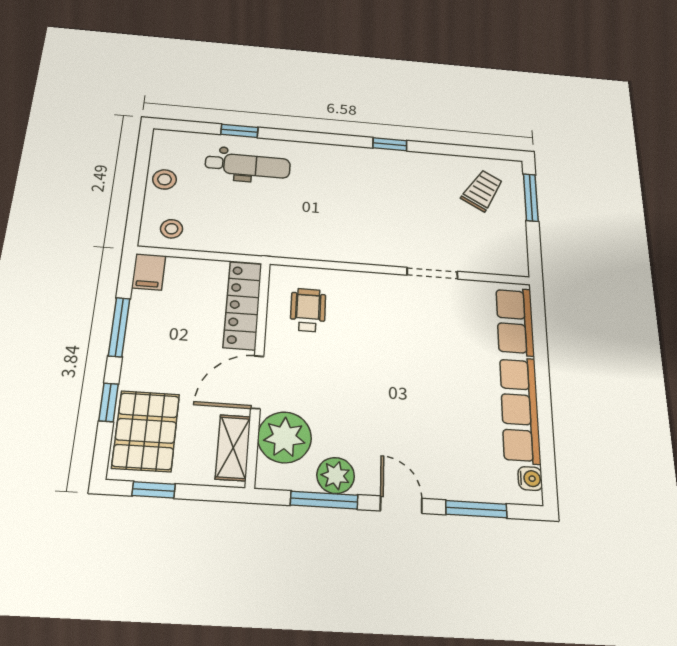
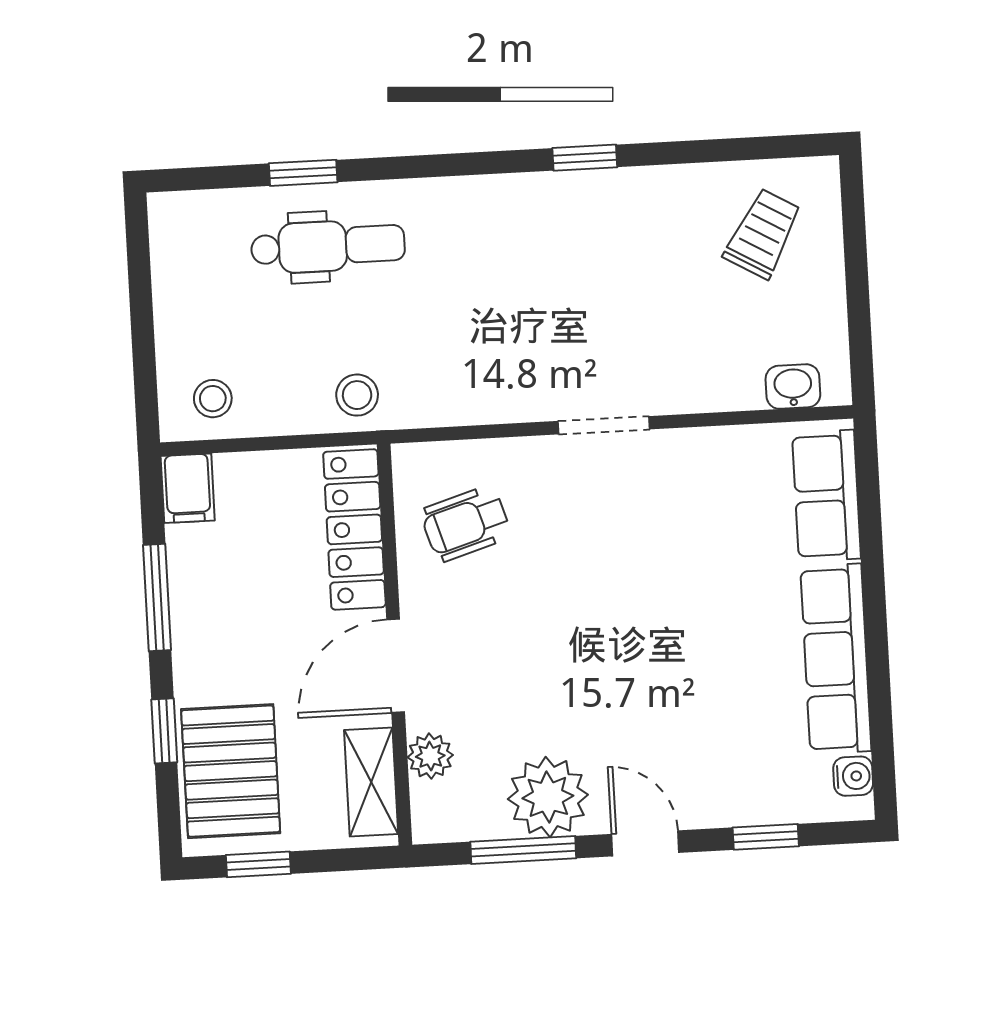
stool: (165, 179) -> (357, 395), moved
window: (531, 197) -> (855, 235), removed
washbasin: (497, 264) -> (793, 387), added
doorway: (432, 273) -> (604, 425), moved
wheelchair: (308, 310) -> (466, 524), turned -107
plant: (284, 437) -> (430, 756), width x0.53, depth x0.53
plant: (336, 475) -> (548, 797), width x1.36, depth x1.36
window: (476, 509) -> (766, 837), width x0.67

